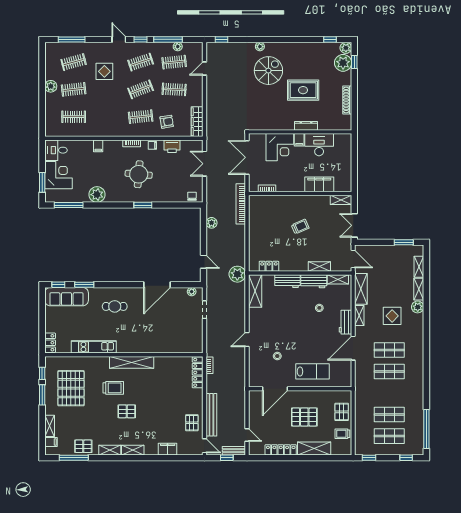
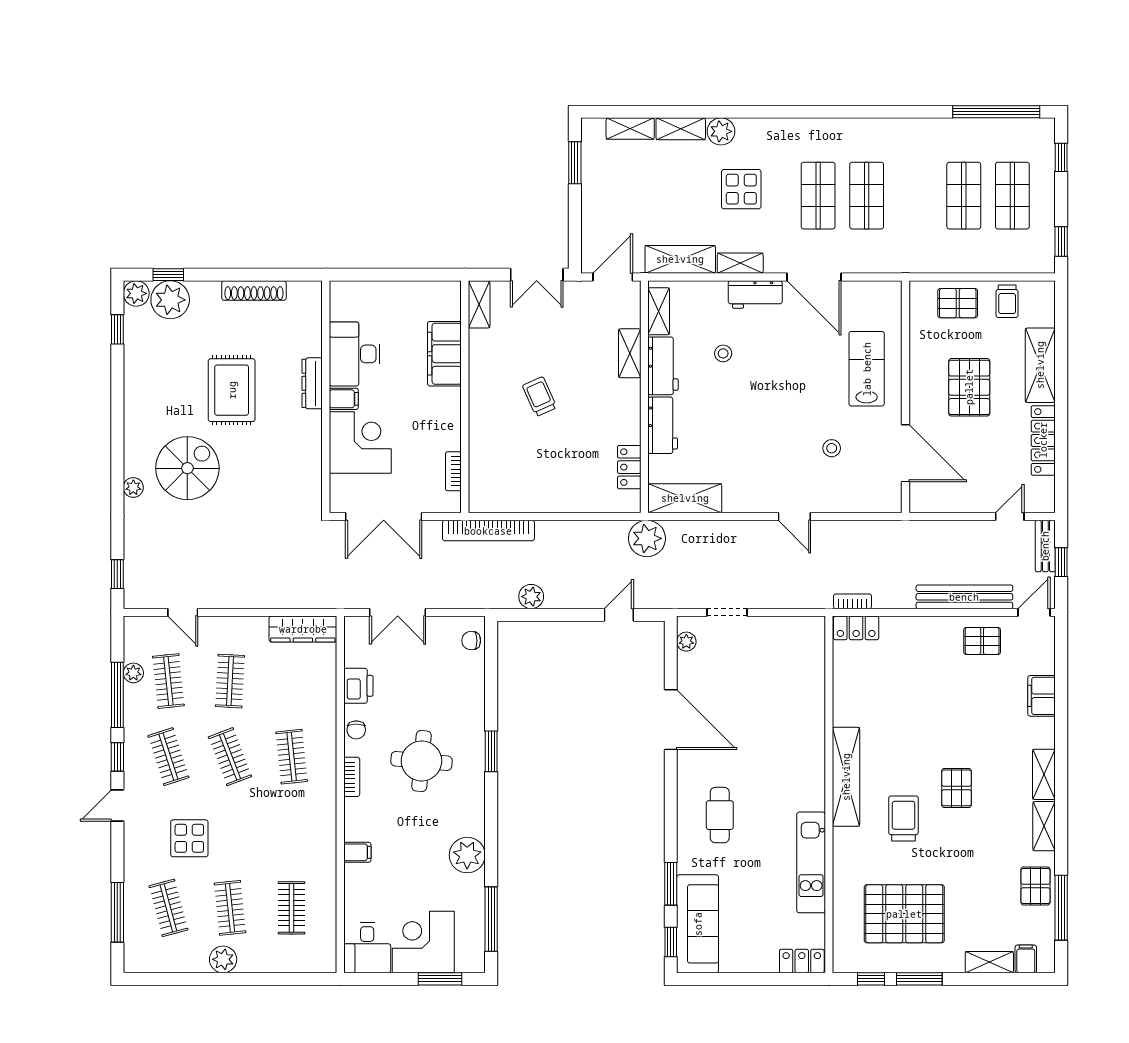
spiral stairs: (268, 71) -> (187, 468), turned 90
armchair: (167, 122) -> (303, 698), removed
locker: (198, 372) -> (856, 628), width x0.66

